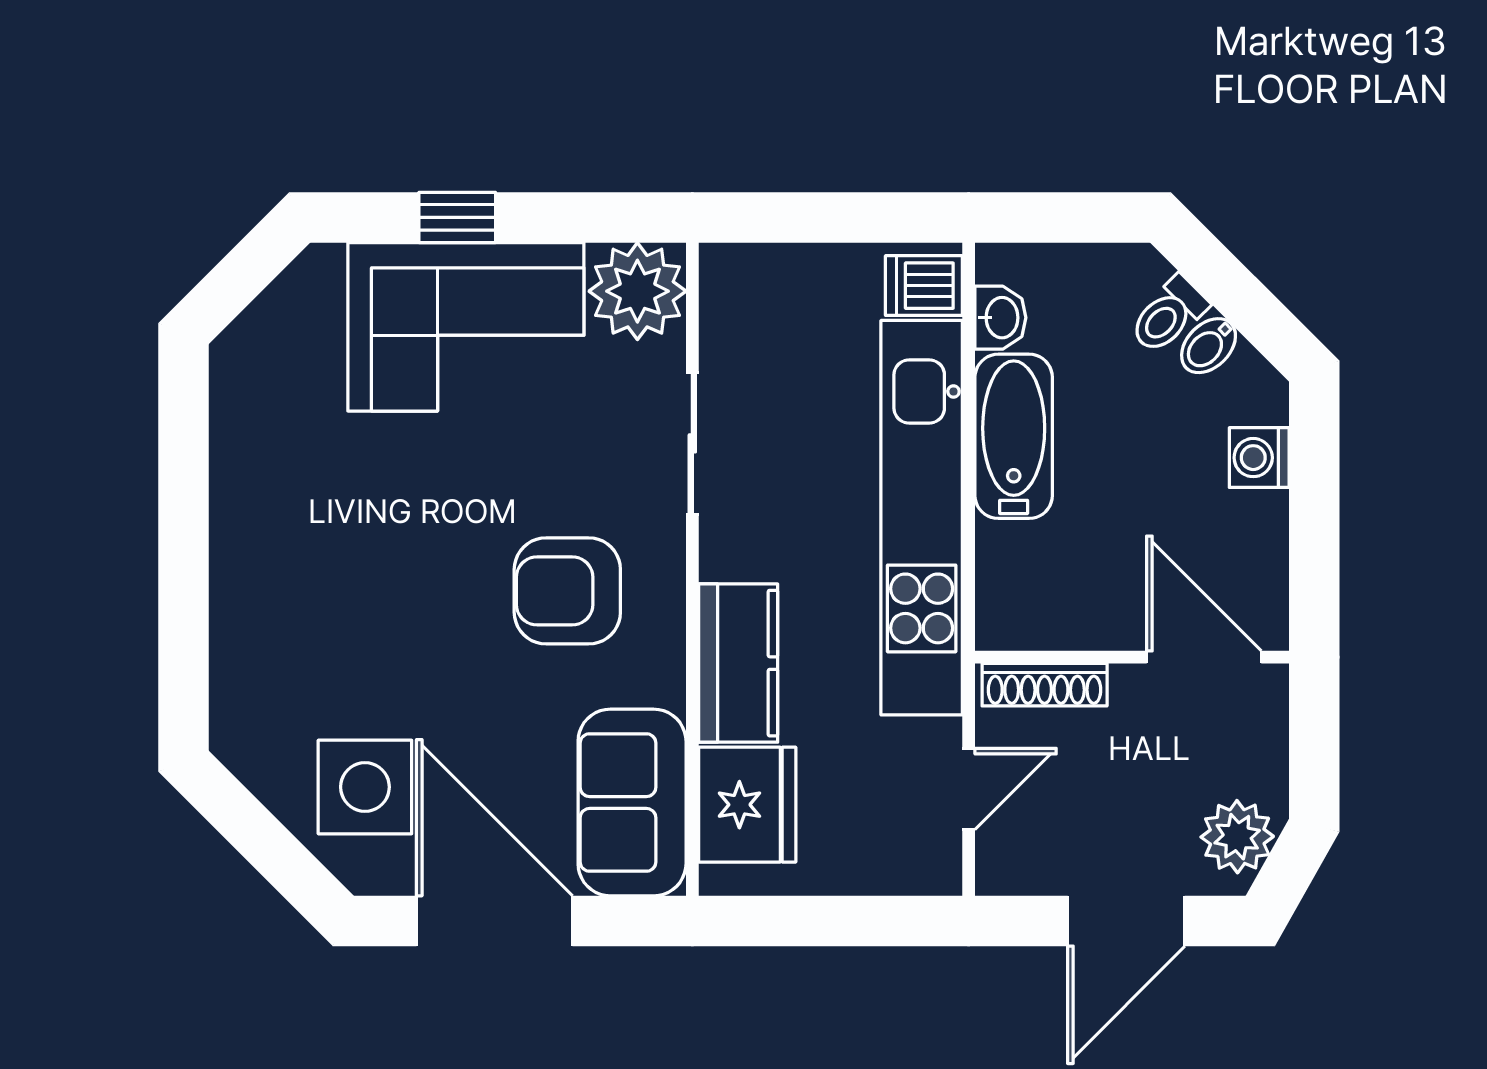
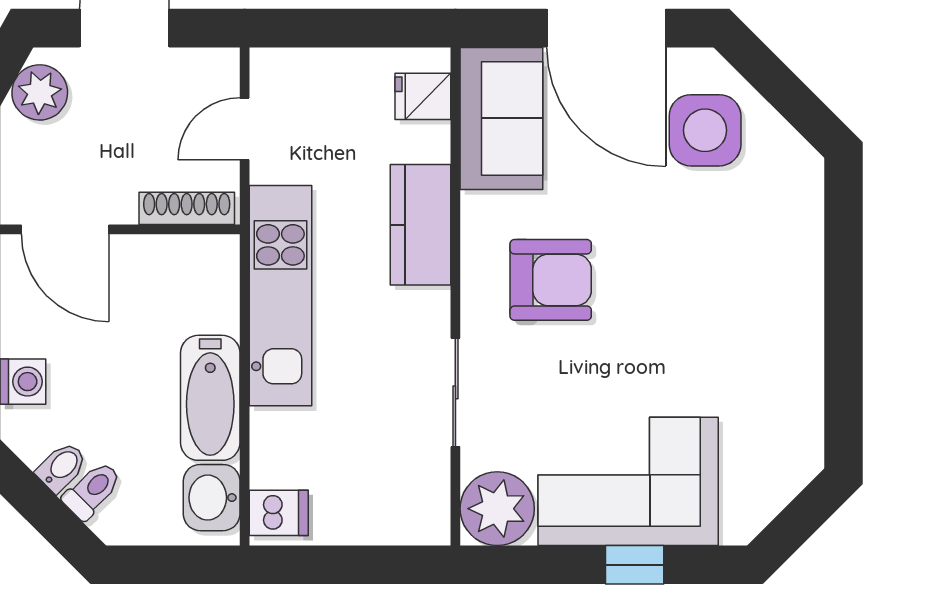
washbasin: (1000, 318) -> (212, 498), width x1.38, depth x1.45
kitchen unit: (922, 518) -> (280, 296), width x0.73
fridge: (747, 805) -> (423, 96), width x0.53, depth x0.75

